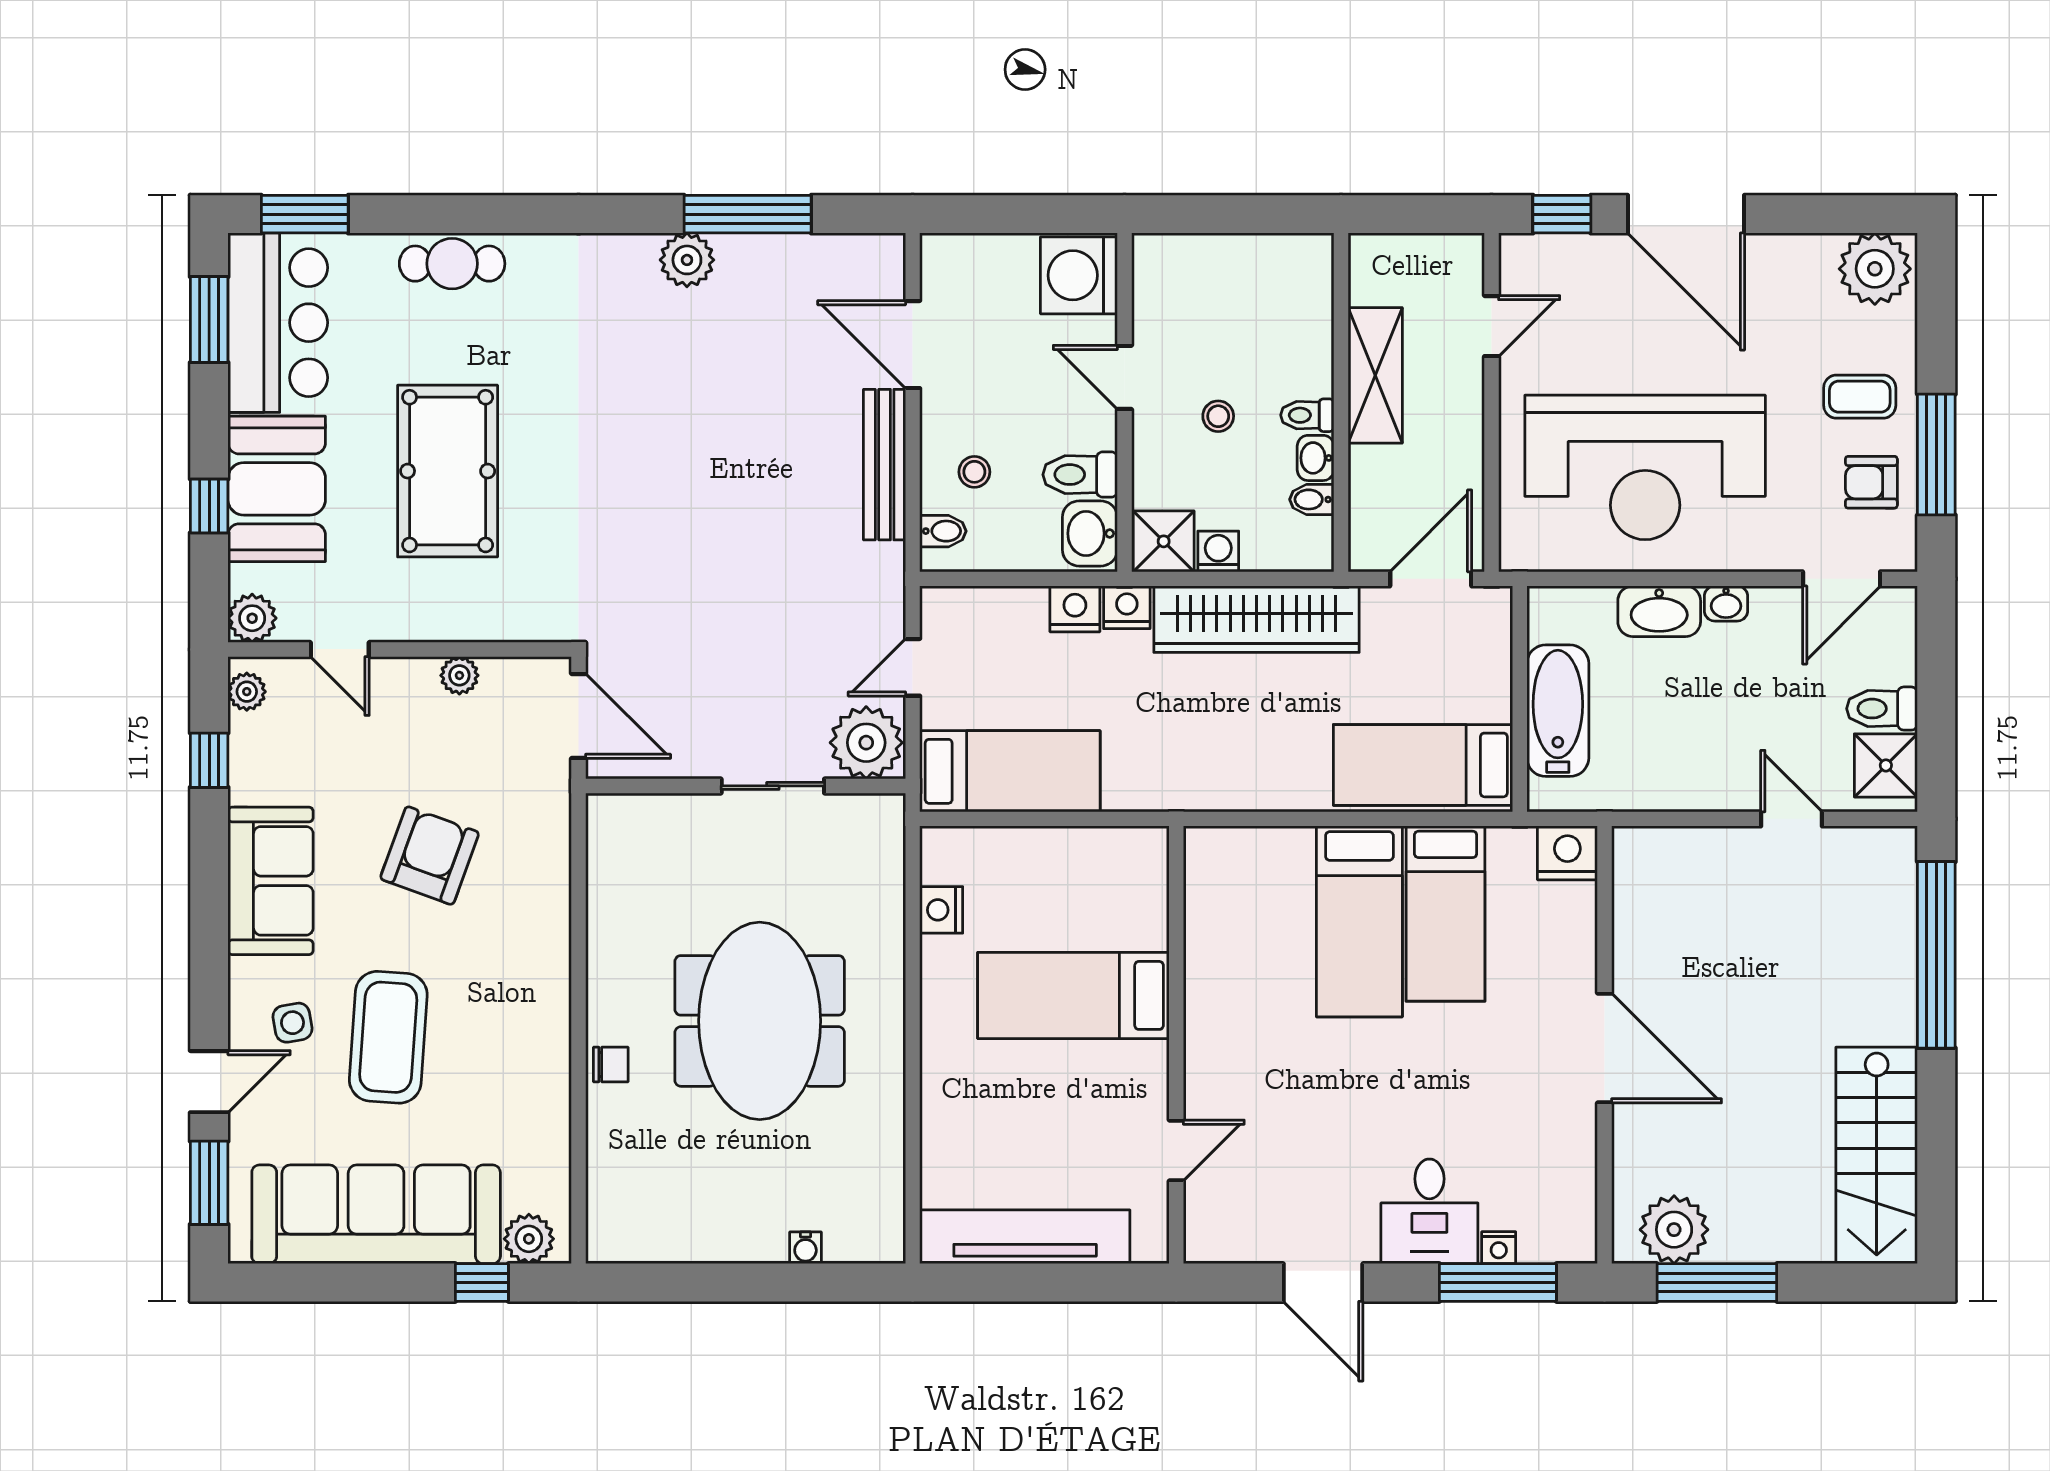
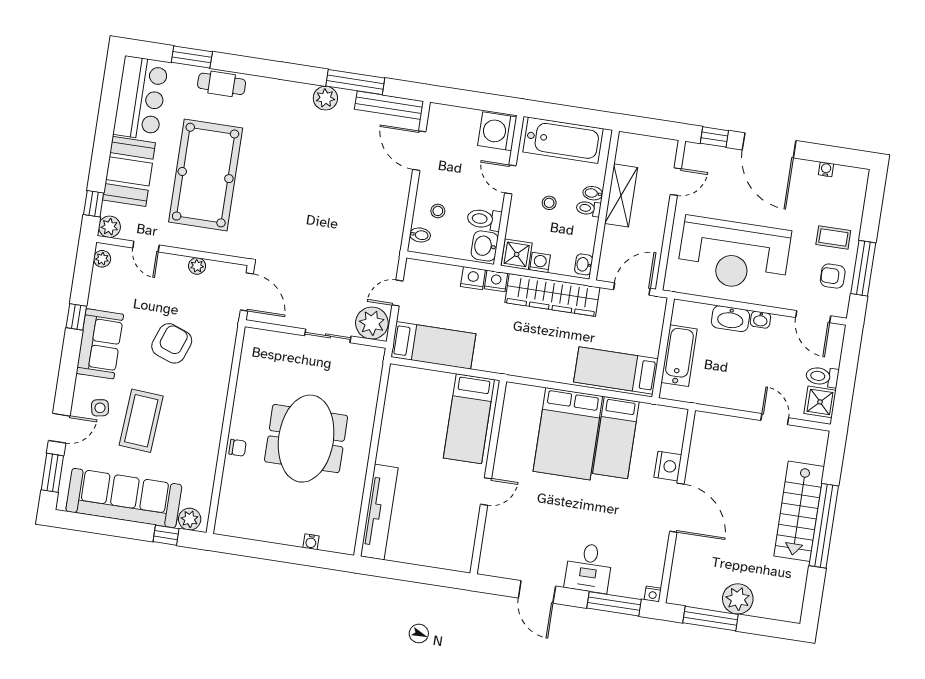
window: (305, 214) -> (192, 57), moved
water cooler: (1820, 248) -> (826, 169), added
plant: (1875, 269) -> (849, 182), removed
bathtub: (1228, 273) -> (563, 140), added
window: (209, 320) -> (111, 92), removed
washbasin: (1316, 458) -> (584, 264), moved
bench: (885, 465) -> (389, 105), moved, turned 90
pool table: (448, 471) -> (206, 175), width x1.36, depth x1.32
bidet: (1312, 499) -> (593, 193), moved
window: (209, 506) -> (94, 204), moved
door: (1842, 579) -> (813, 317), hinge flipped
window: (209, 760) -> (76, 317), moved
nightstand: (1567, 853) -> (668, 466), moved, turned 90
nightstand: (941, 910) -> (394, 402), removed
bed: (1359, 921) -> (568, 434), width x1.50
window: (1936, 955) -> (824, 526), moved
bed: (1073, 995) -> (469, 419), moved, turned -90
door: (1176, 1151) -> (486, 491), moved
stairs: (1877, 1155) -> (799, 511), moved
plant: (1674, 1230) -> (738, 599), moved
tv unit: (1025, 1237) -> (379, 512), moved, turned 90
nightstand: (1499, 1248) -> (653, 594), moved

